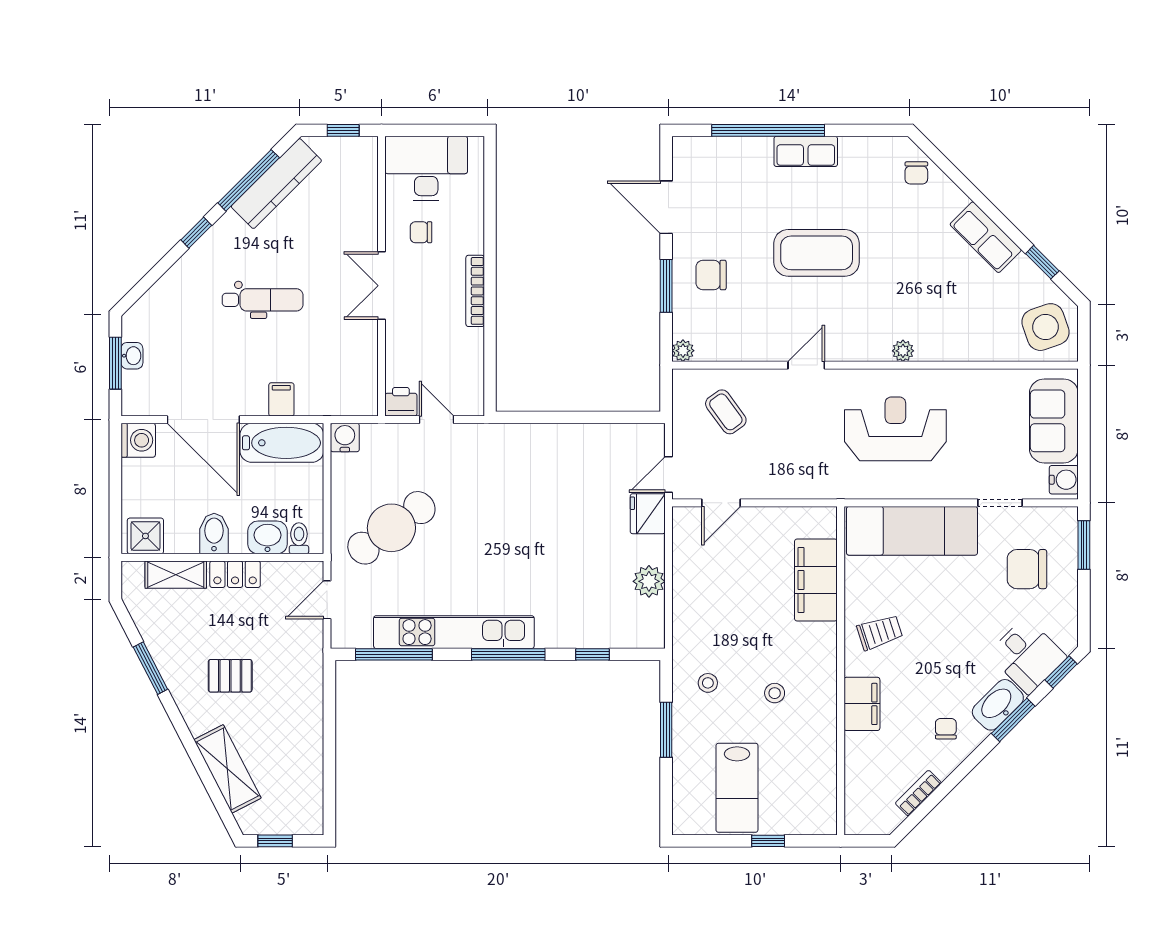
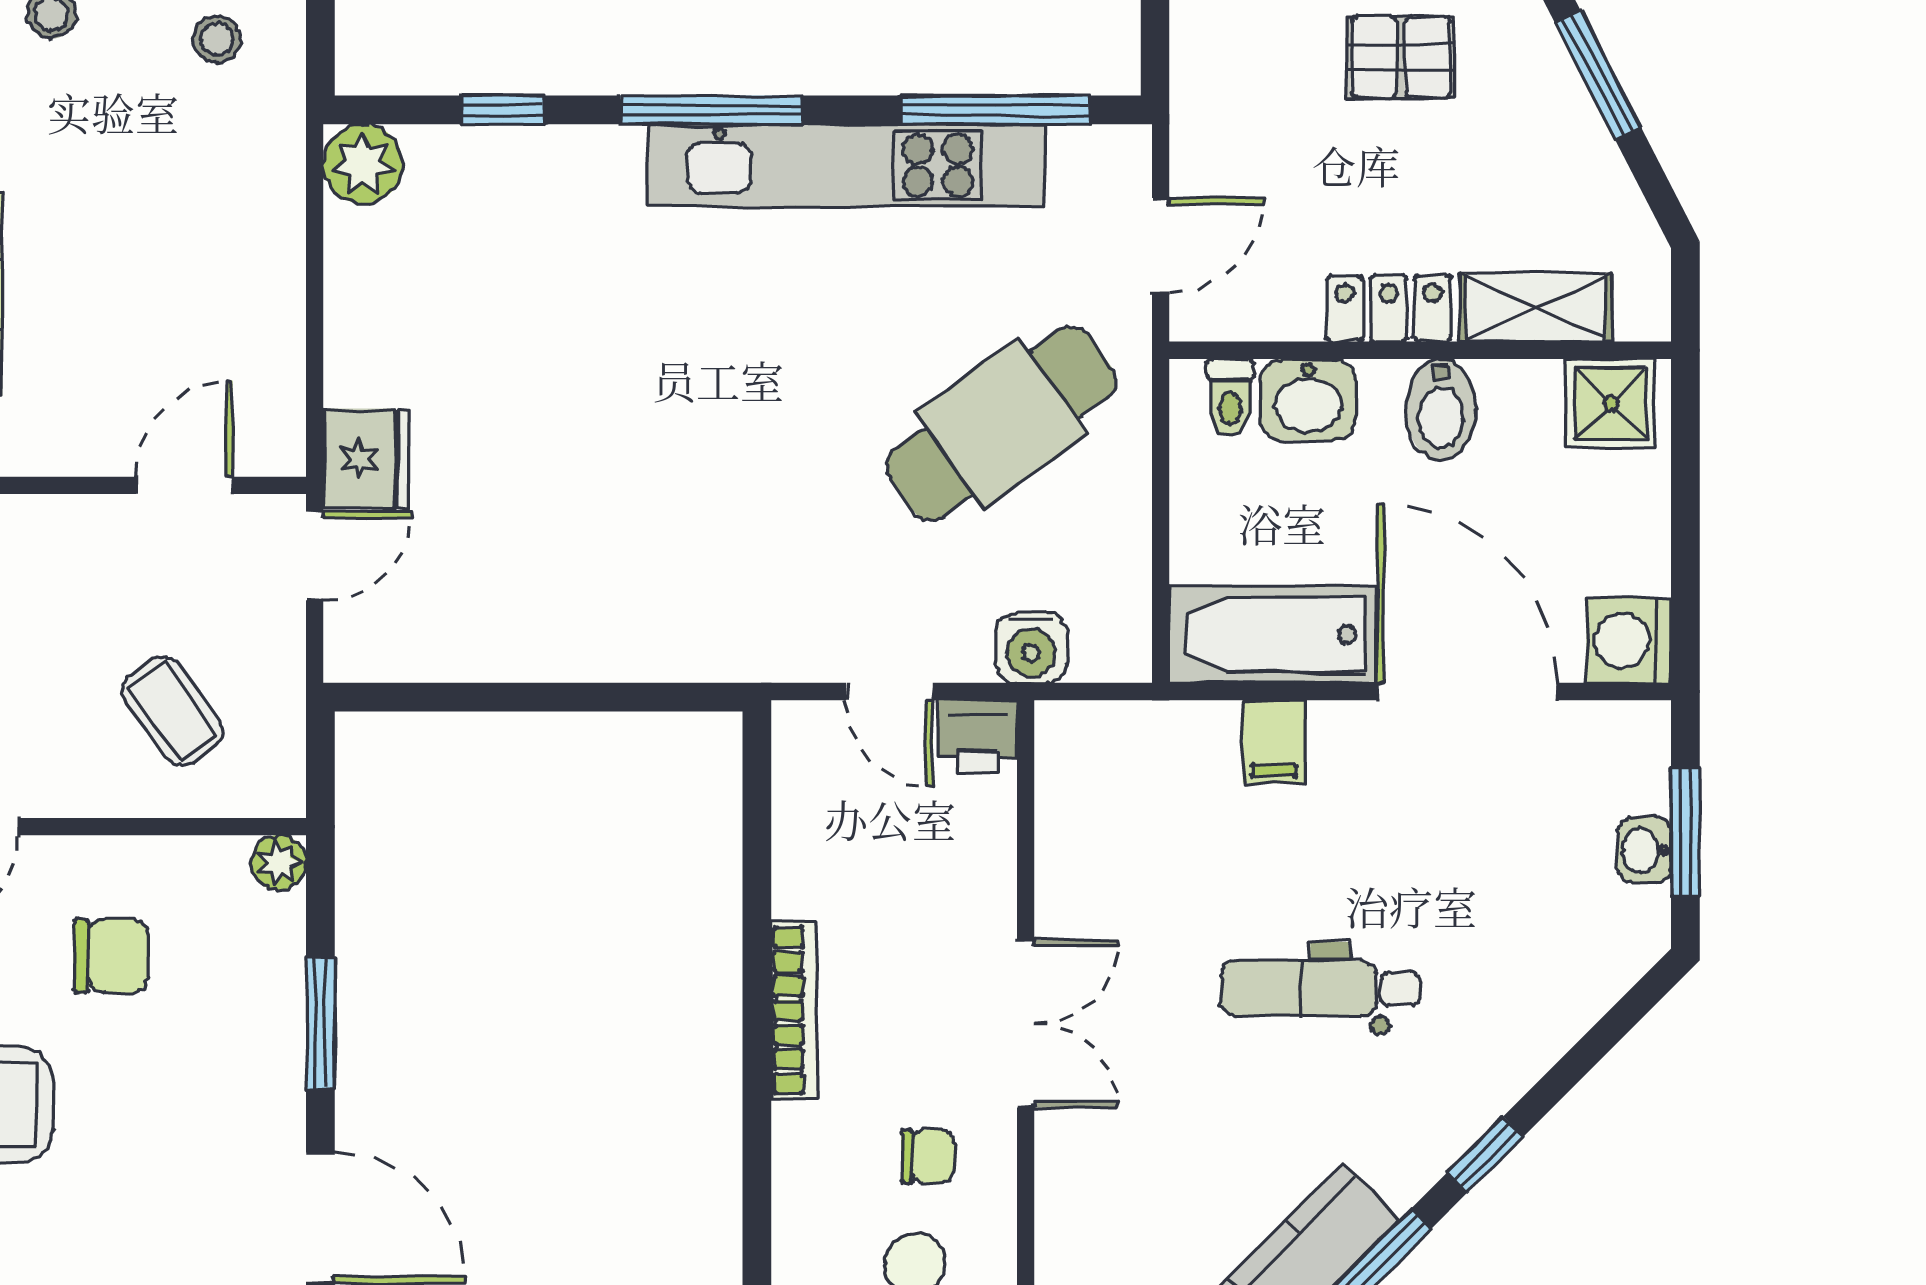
chair: (711, 275) -> (111, 956), moved
water cooler: (345, 437) -> (1031, 647), moved
plant: (649, 581) -> (363, 164), moved

